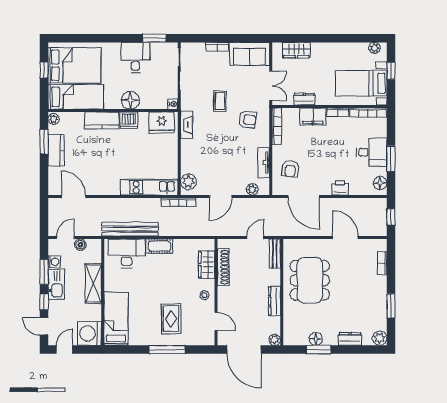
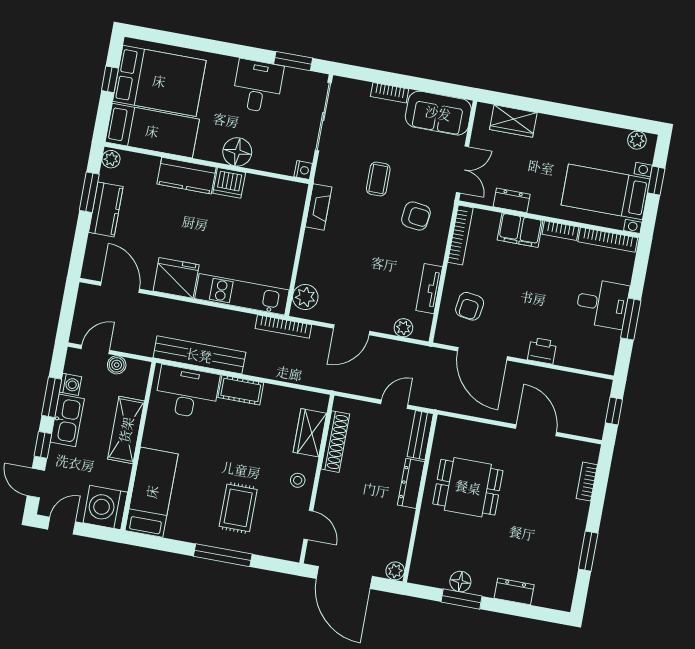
fridge: (162, 123) -> (176, 278), moved, turned 180
floor lamp: (380, 183) -> (607, 355), removed
dining table: (310, 280) -> (468, 487), width x0.73
dresser: (274, 301) -> (411, 483), moved
plant: (380, 338) -> (561, 599), removed

